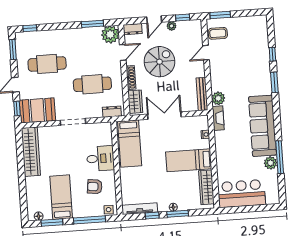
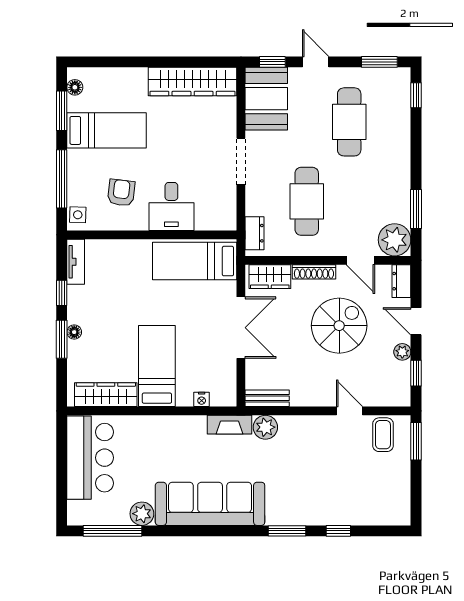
spiral stairs: (160, 62) -> (339, 326), turned -90
bench: (202, 94) -> (267, 398), width x0.73
window: (280, 157) -> (112, 531), moved
tv unit: (140, 209) -> (76, 262), width x0.71

